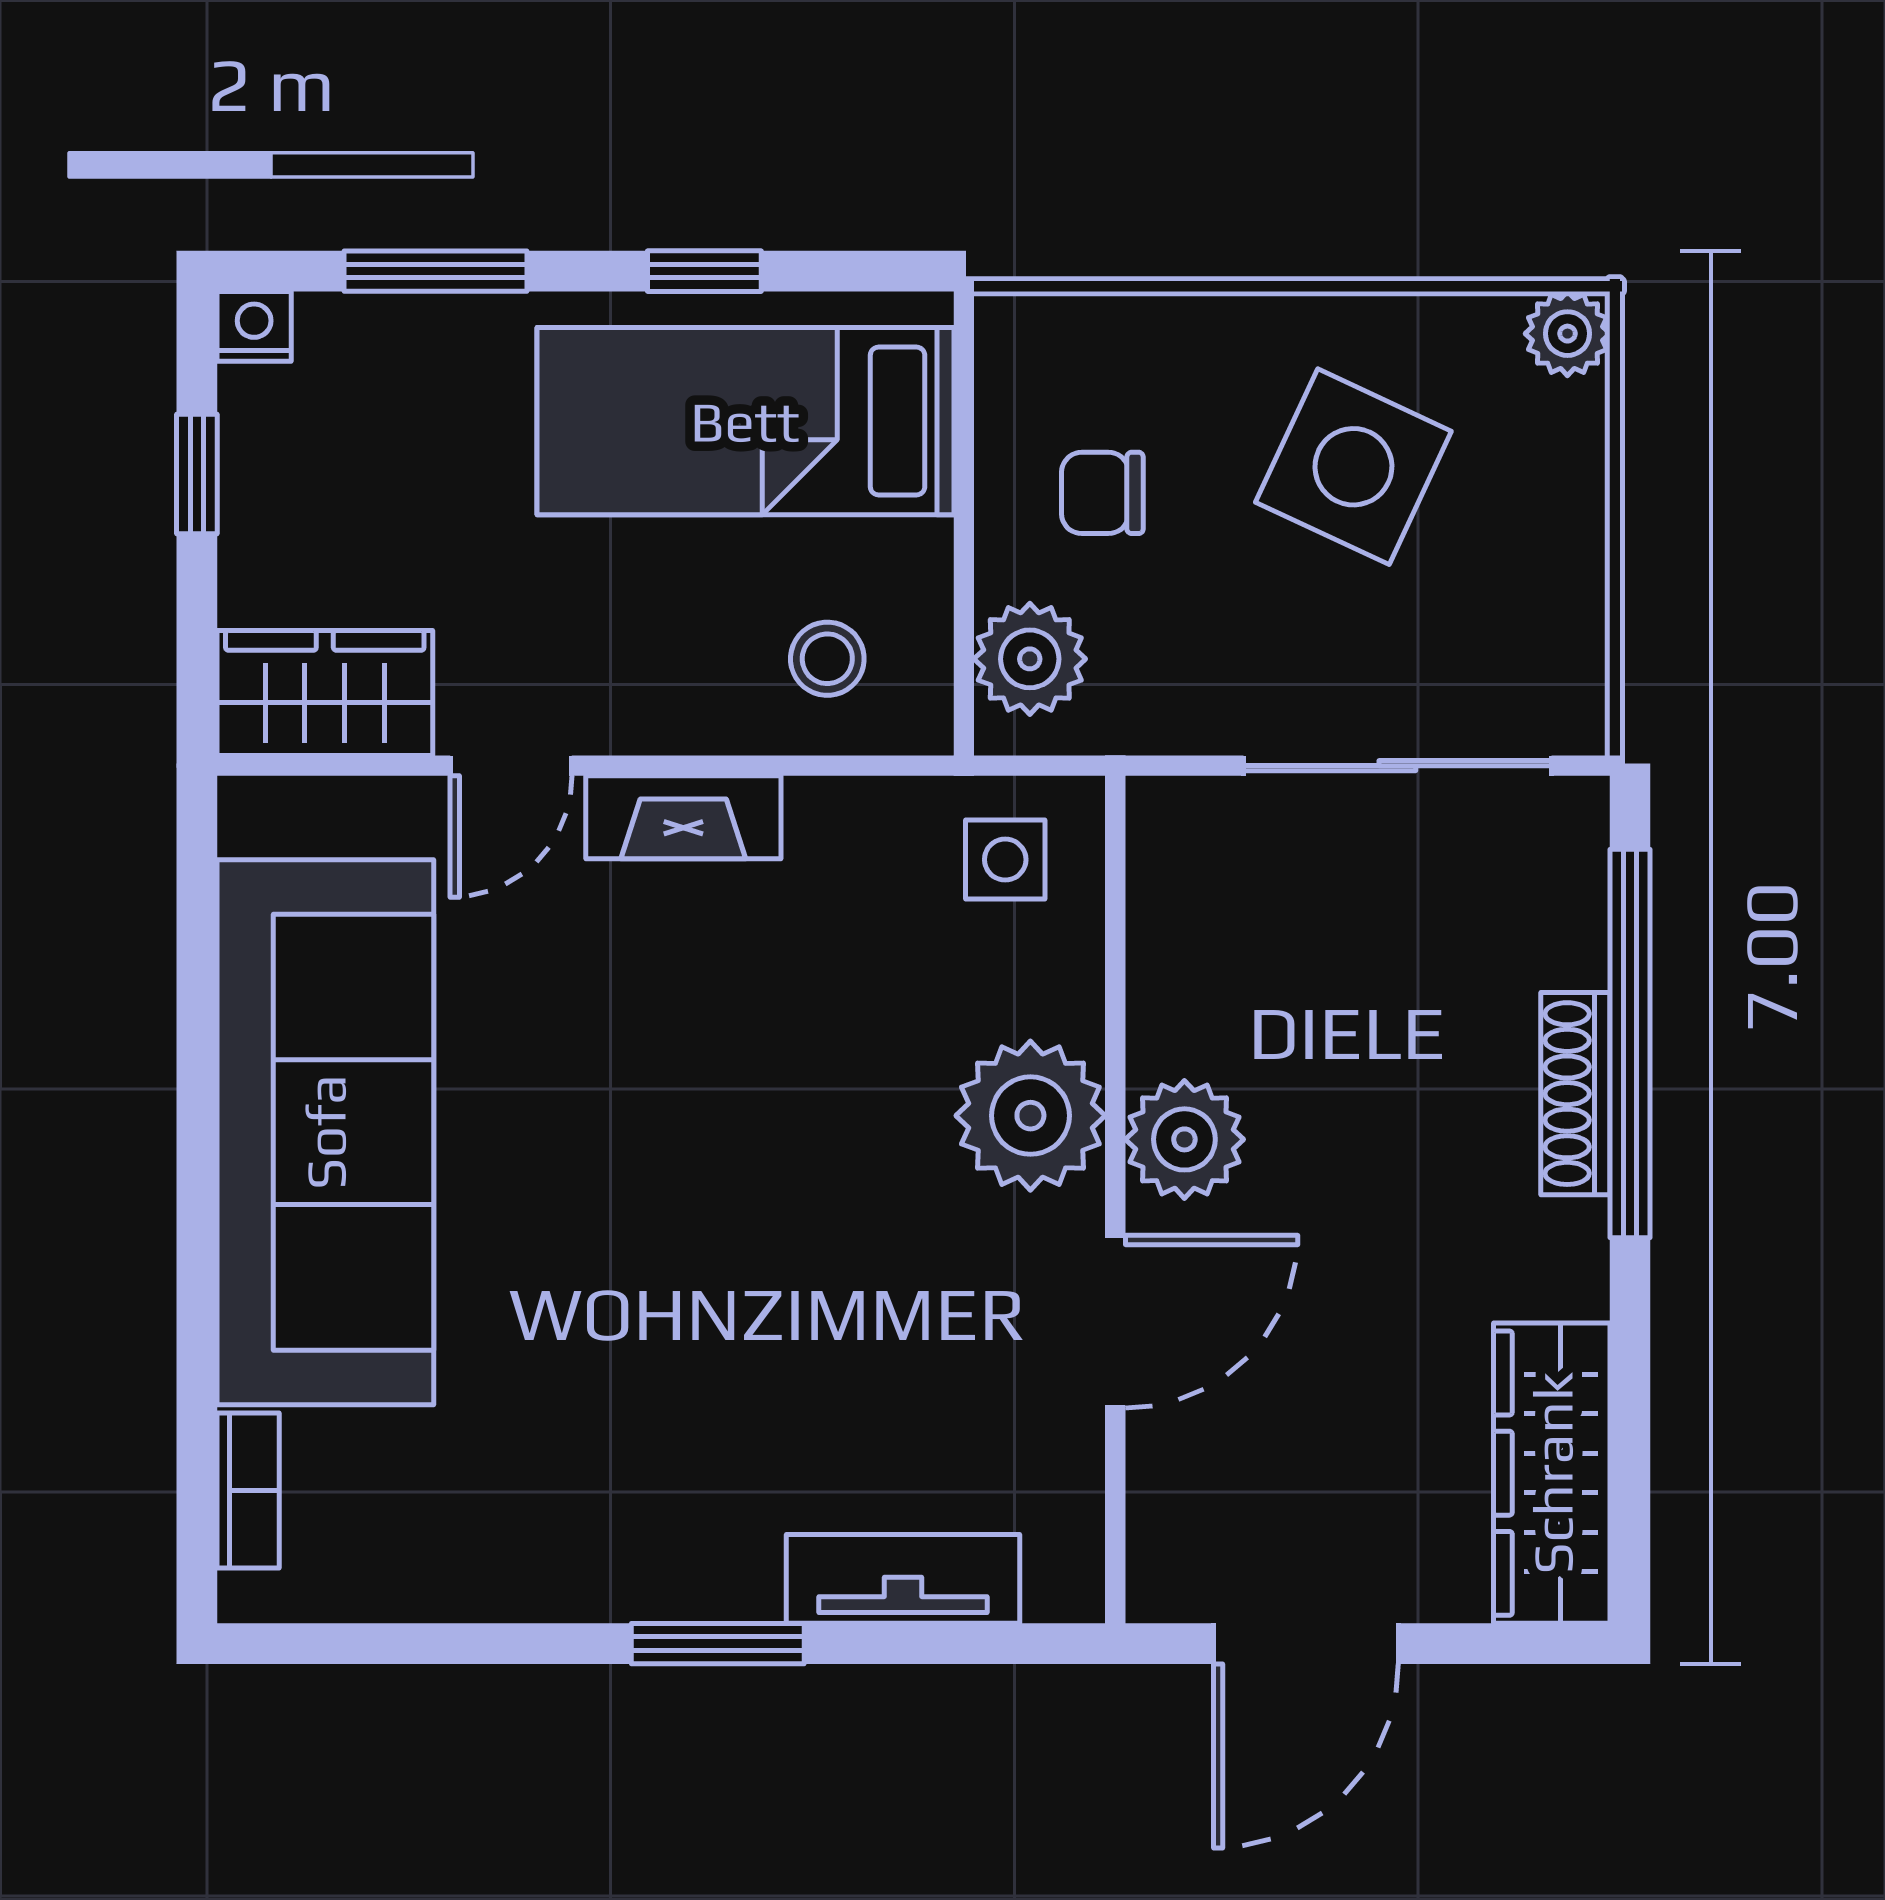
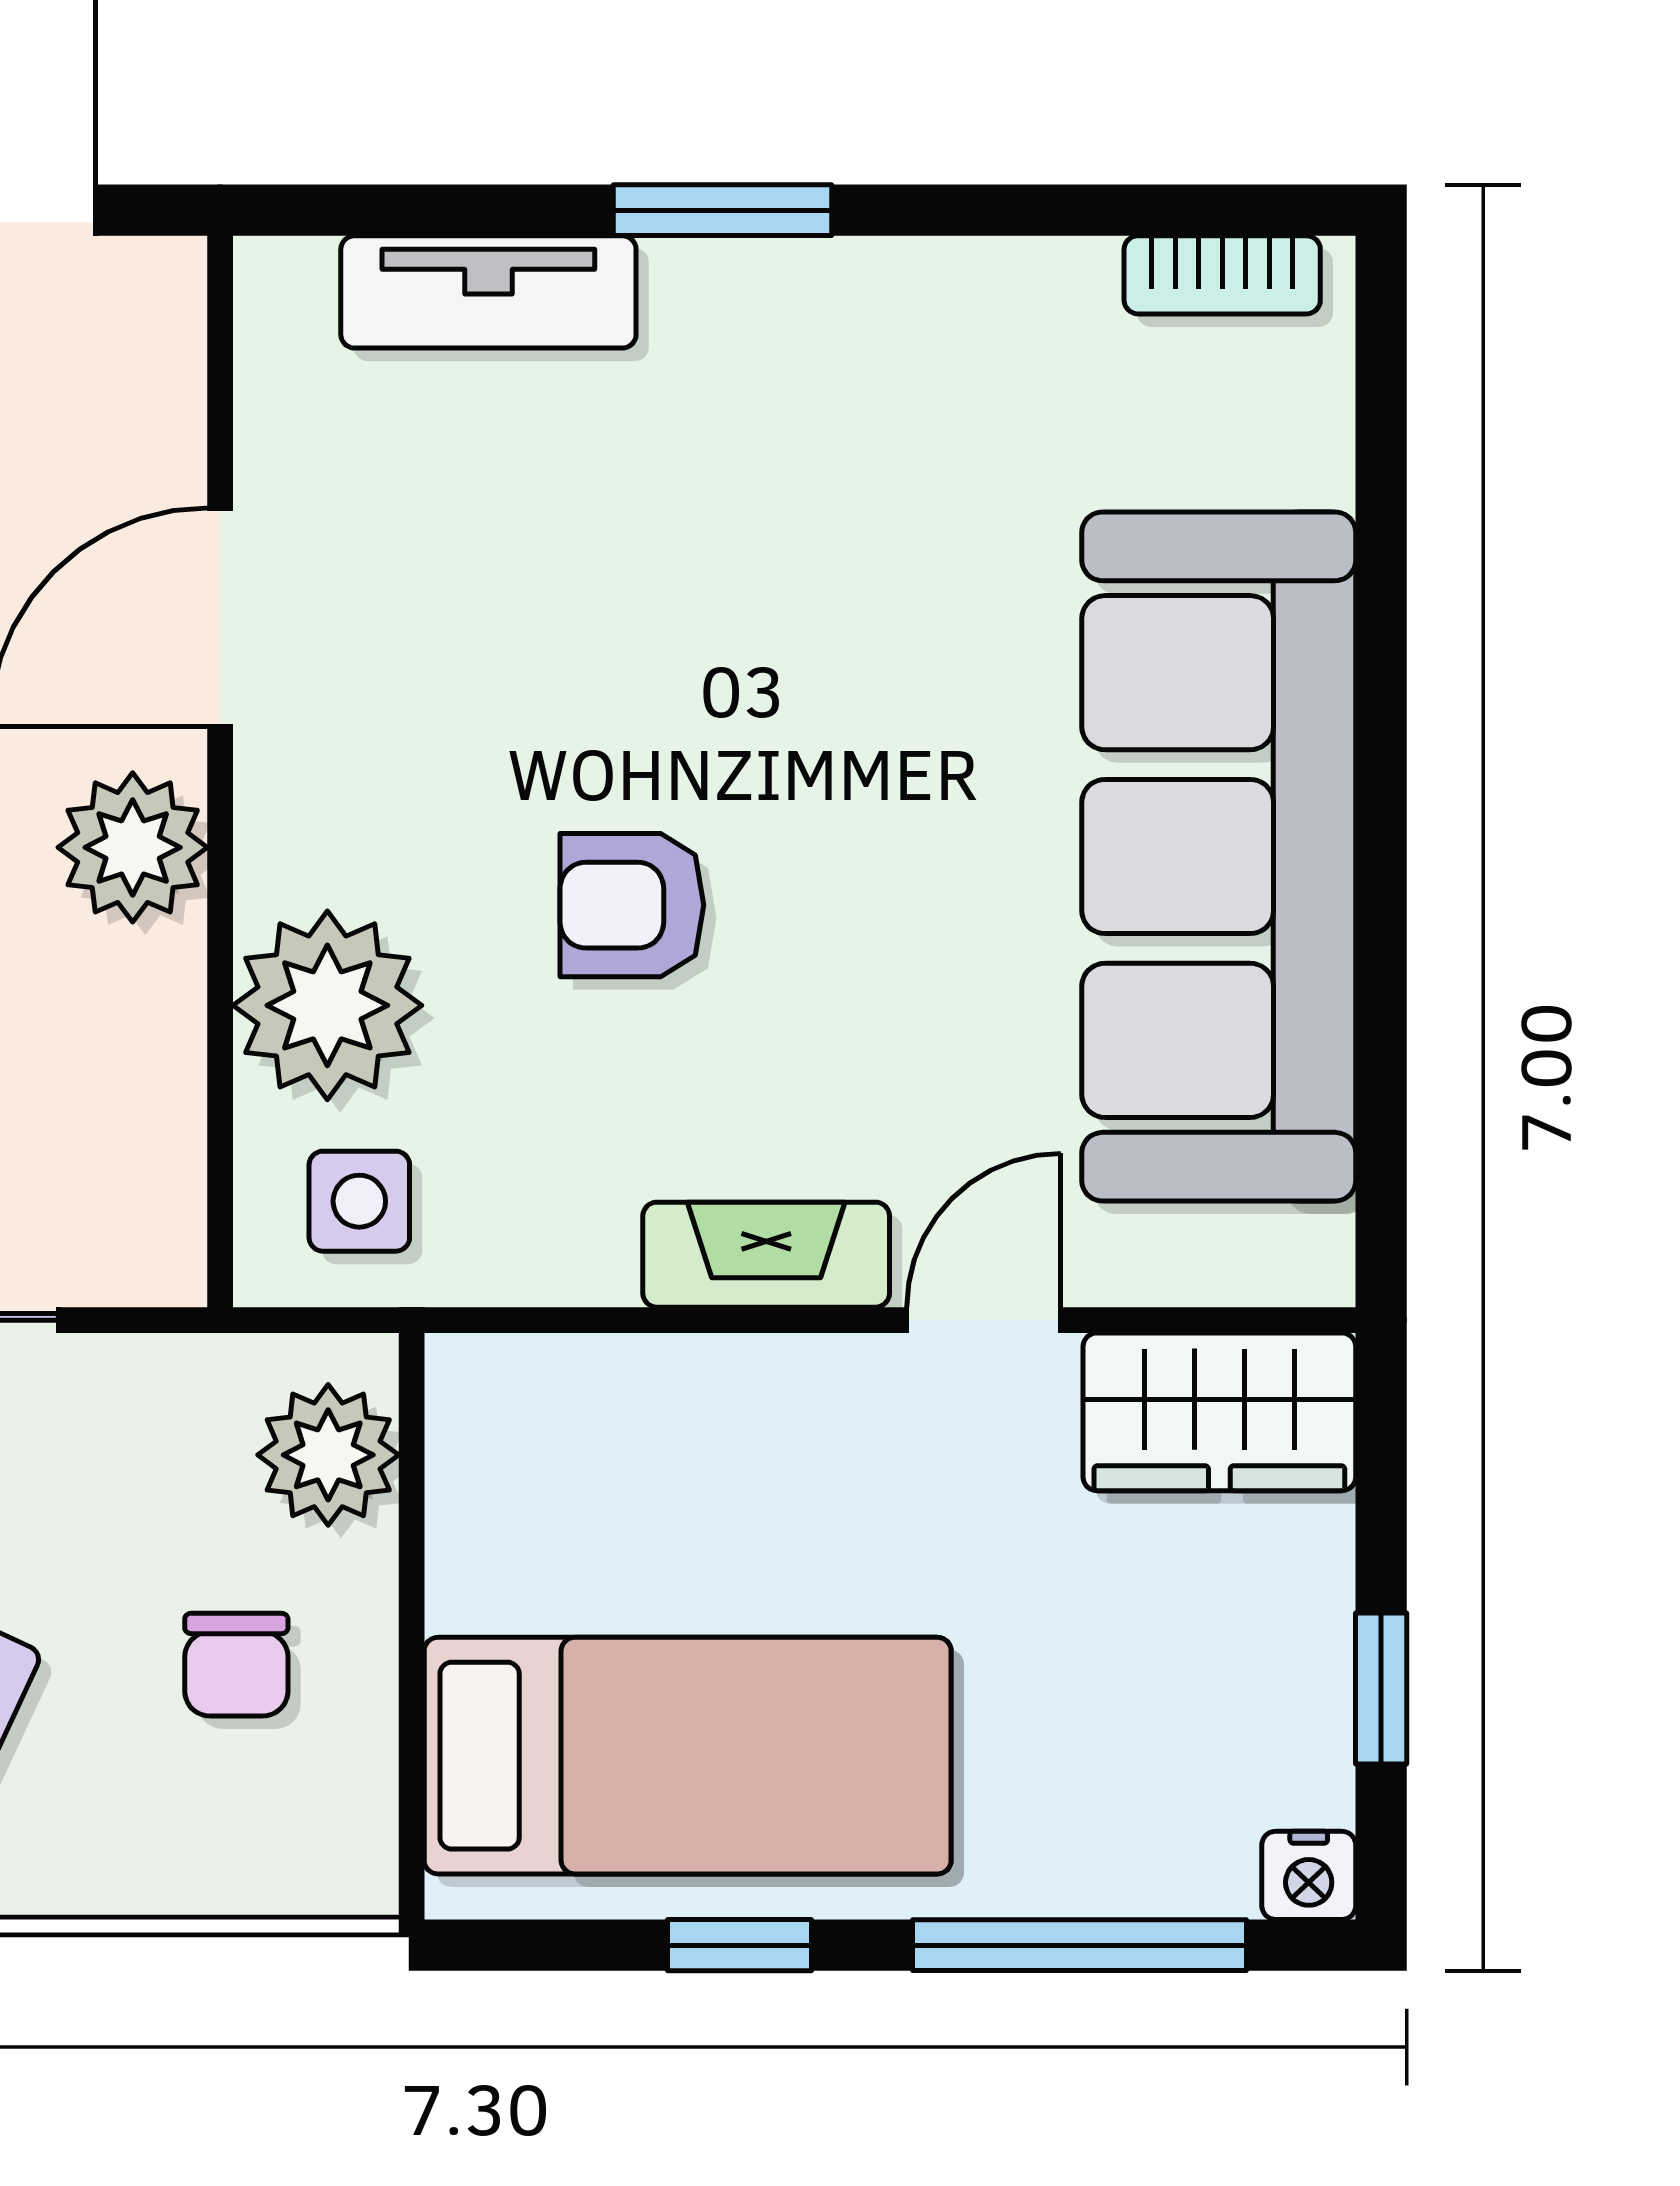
window: (435, 271) -> (1079, 1945), width x1.44
chair: (1102, 493) -> (236, 1665), turned 90
stool: (827, 659) -> (584, 1455), removed
armchair: (789, 1094) -> (632, 905), added
plant: (1030, 1116) -> (327, 1005), moved
bookcase: (248, 1491) -> (1222, 275), moved, turned -90

